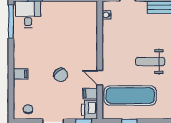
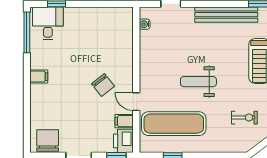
filing cabinet: (21, 74) -> (39, 77), moved
chair: (61, 75) -> (103, 85), moved
chair: (28, 109) -> (48, 140), width x1.87, depth x1.87

